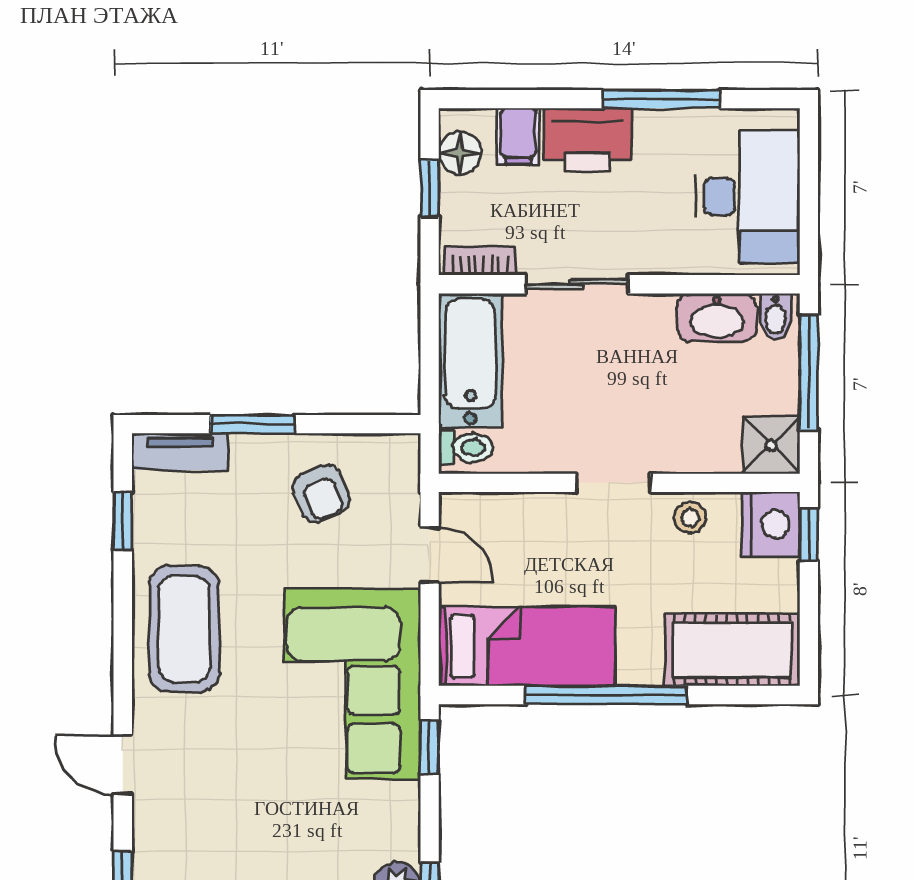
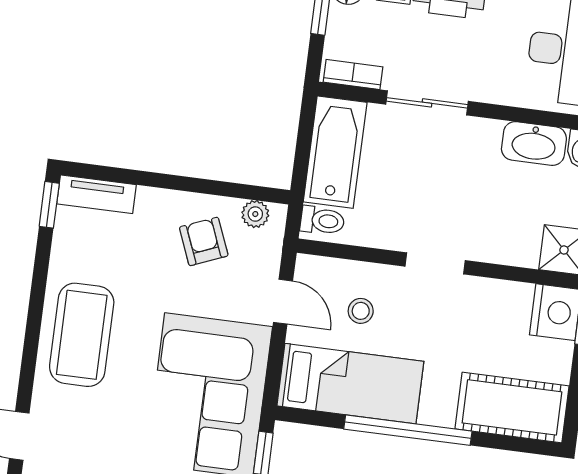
window: (253, 424) -> (157, 180), removed
plant: (381, 451) -> (255, 214), added
armchair: (321, 493) -> (204, 241), turned 180
stool: (690, 518) -> (361, 311), moved
window: (123, 521) -> (49, 205), moved

